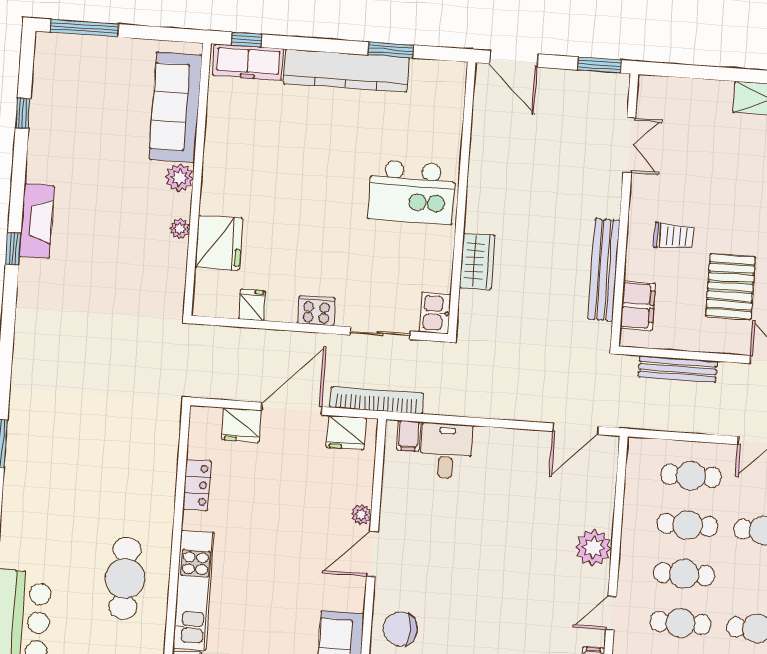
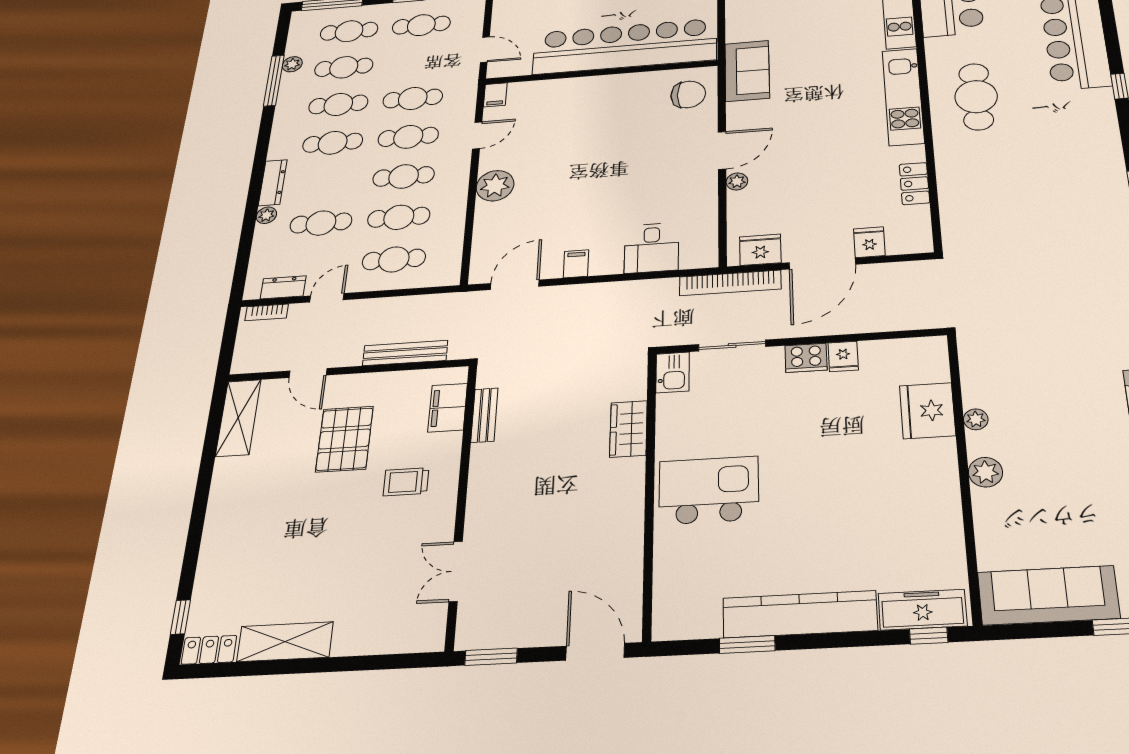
sofa: (176, 107) -> (1048, 595), moved, turned -90
bench: (604, 270) -> (484, 415), width x0.54, depth x0.82
fridge: (252, 305) -> (843, 356), moved
fridge: (241, 425) -> (869, 242), width x0.72
filing cabinet: (409, 436) -> (576, 264), moved

